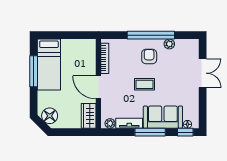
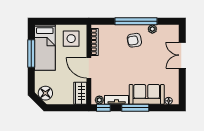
side table: (78, 55) -> (71, 39), added
armchair: (149, 56) -> (134, 40), turned -100
double door: (203, 73) -> (182, 55), swing flipped
coffee table: (145, 84) -> (130, 65), removed
window: (185, 132) -> (103, 108), moved

